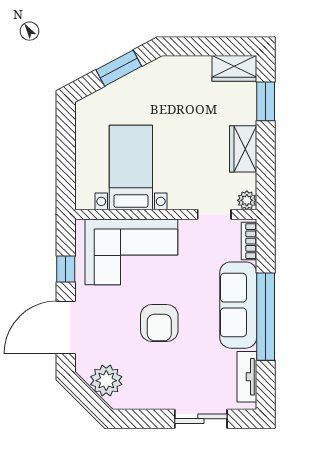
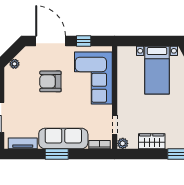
bed with nightstands: (131, 167) -> (157, 70), moved, turned 90
window: (266, 317) -> (57, 154), width x0.47
armchair: (159, 323) -> (50, 81), moved
plant: (106, 381) -> (15, 64), width x0.53, depth x0.53

